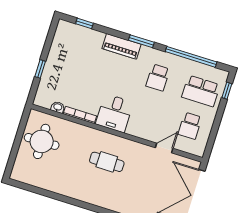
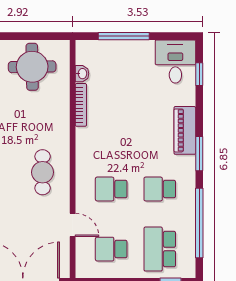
window: (40, 69) -> (124, 36), width x2.17
school desk: (147, 112) -> (111, 189), added
desk: (114, 113) -> (175, 61), moved, turned 90
cafe table: (107, 162) -> (43, 172), moved

